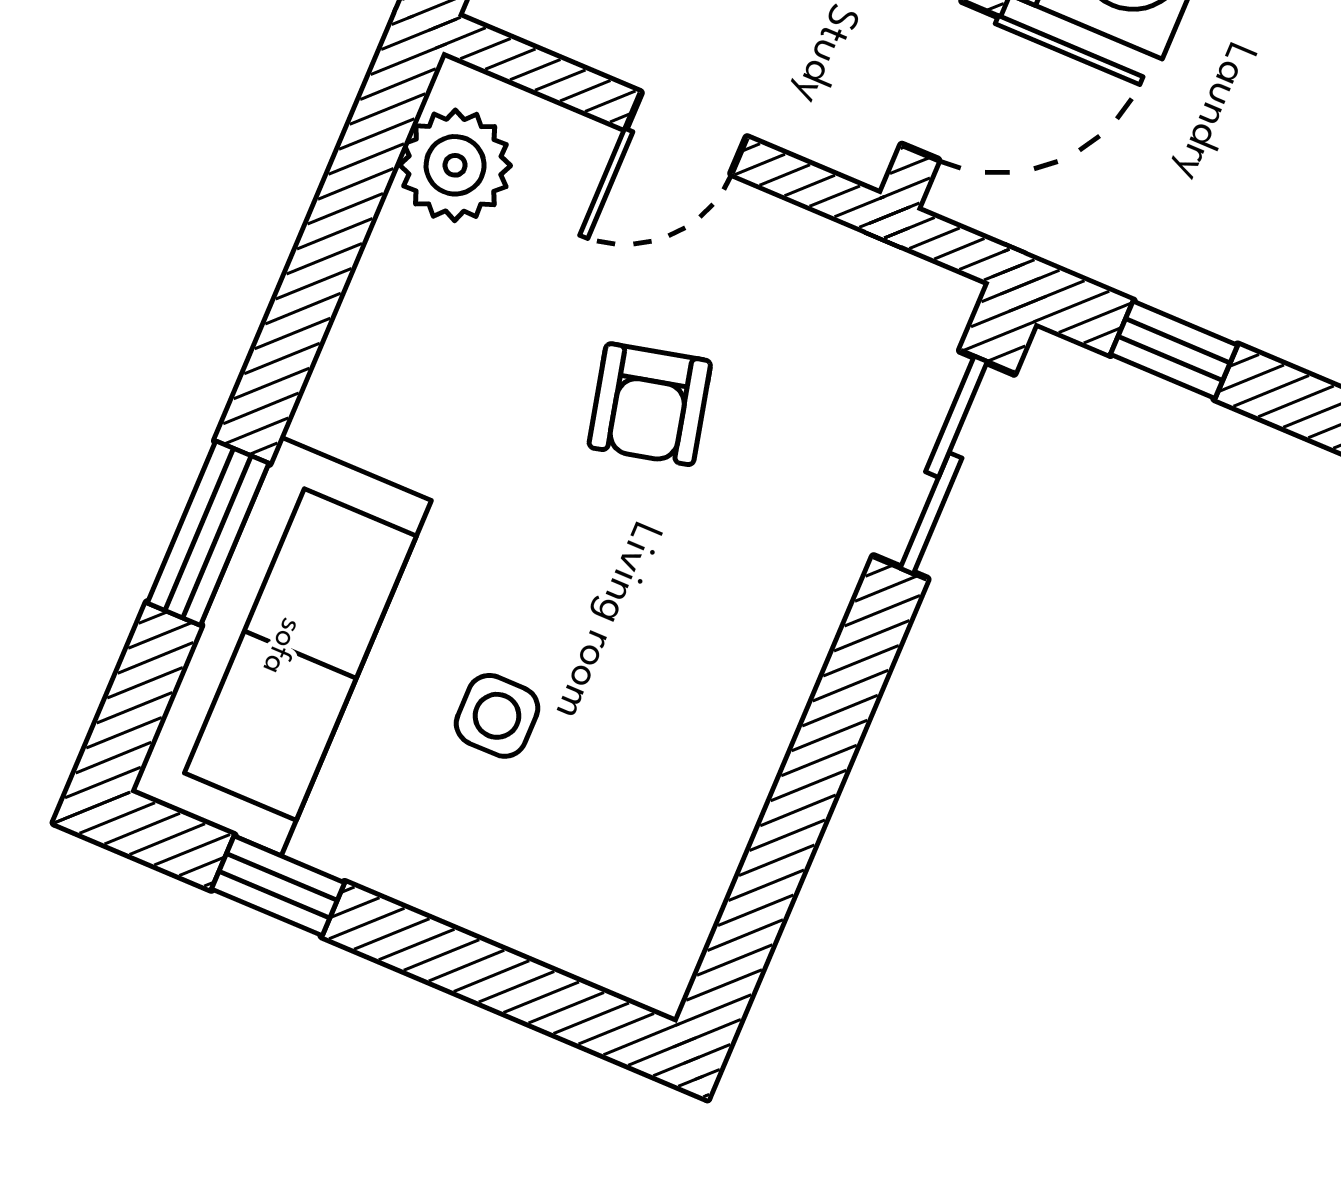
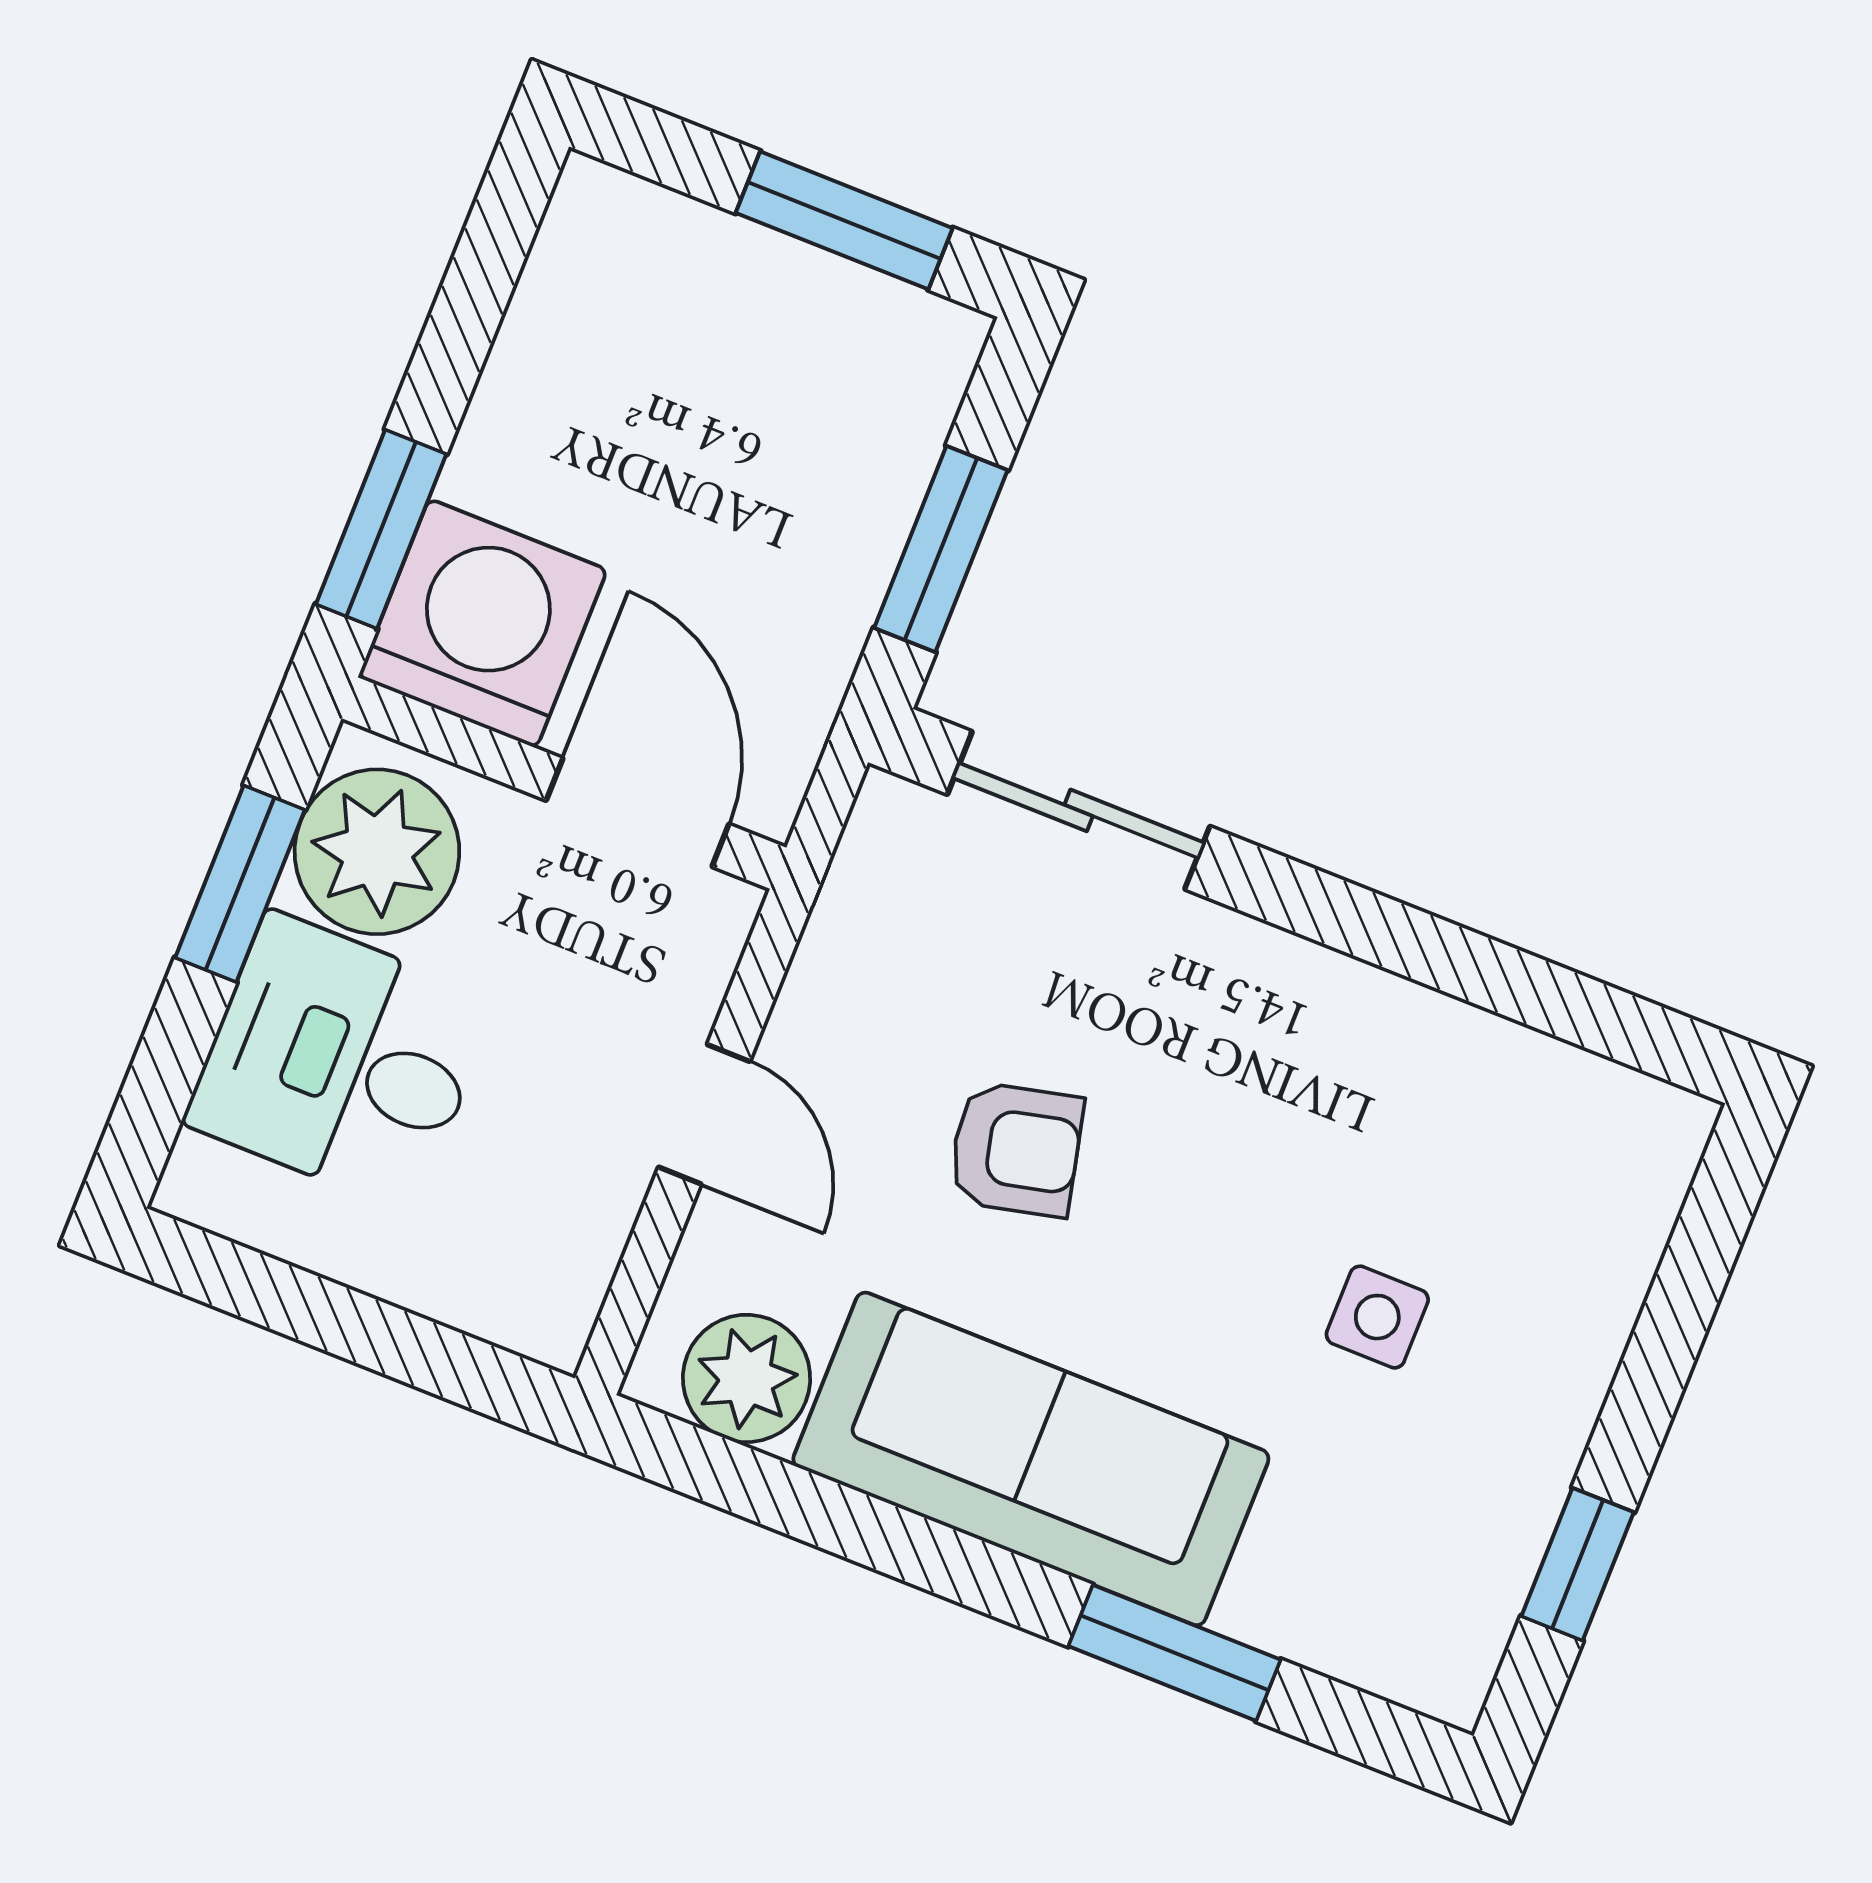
window: (1174, 350) -> (941, 549), width x1.50
sofa: (281, 646) -> (1031, 1459), moved

